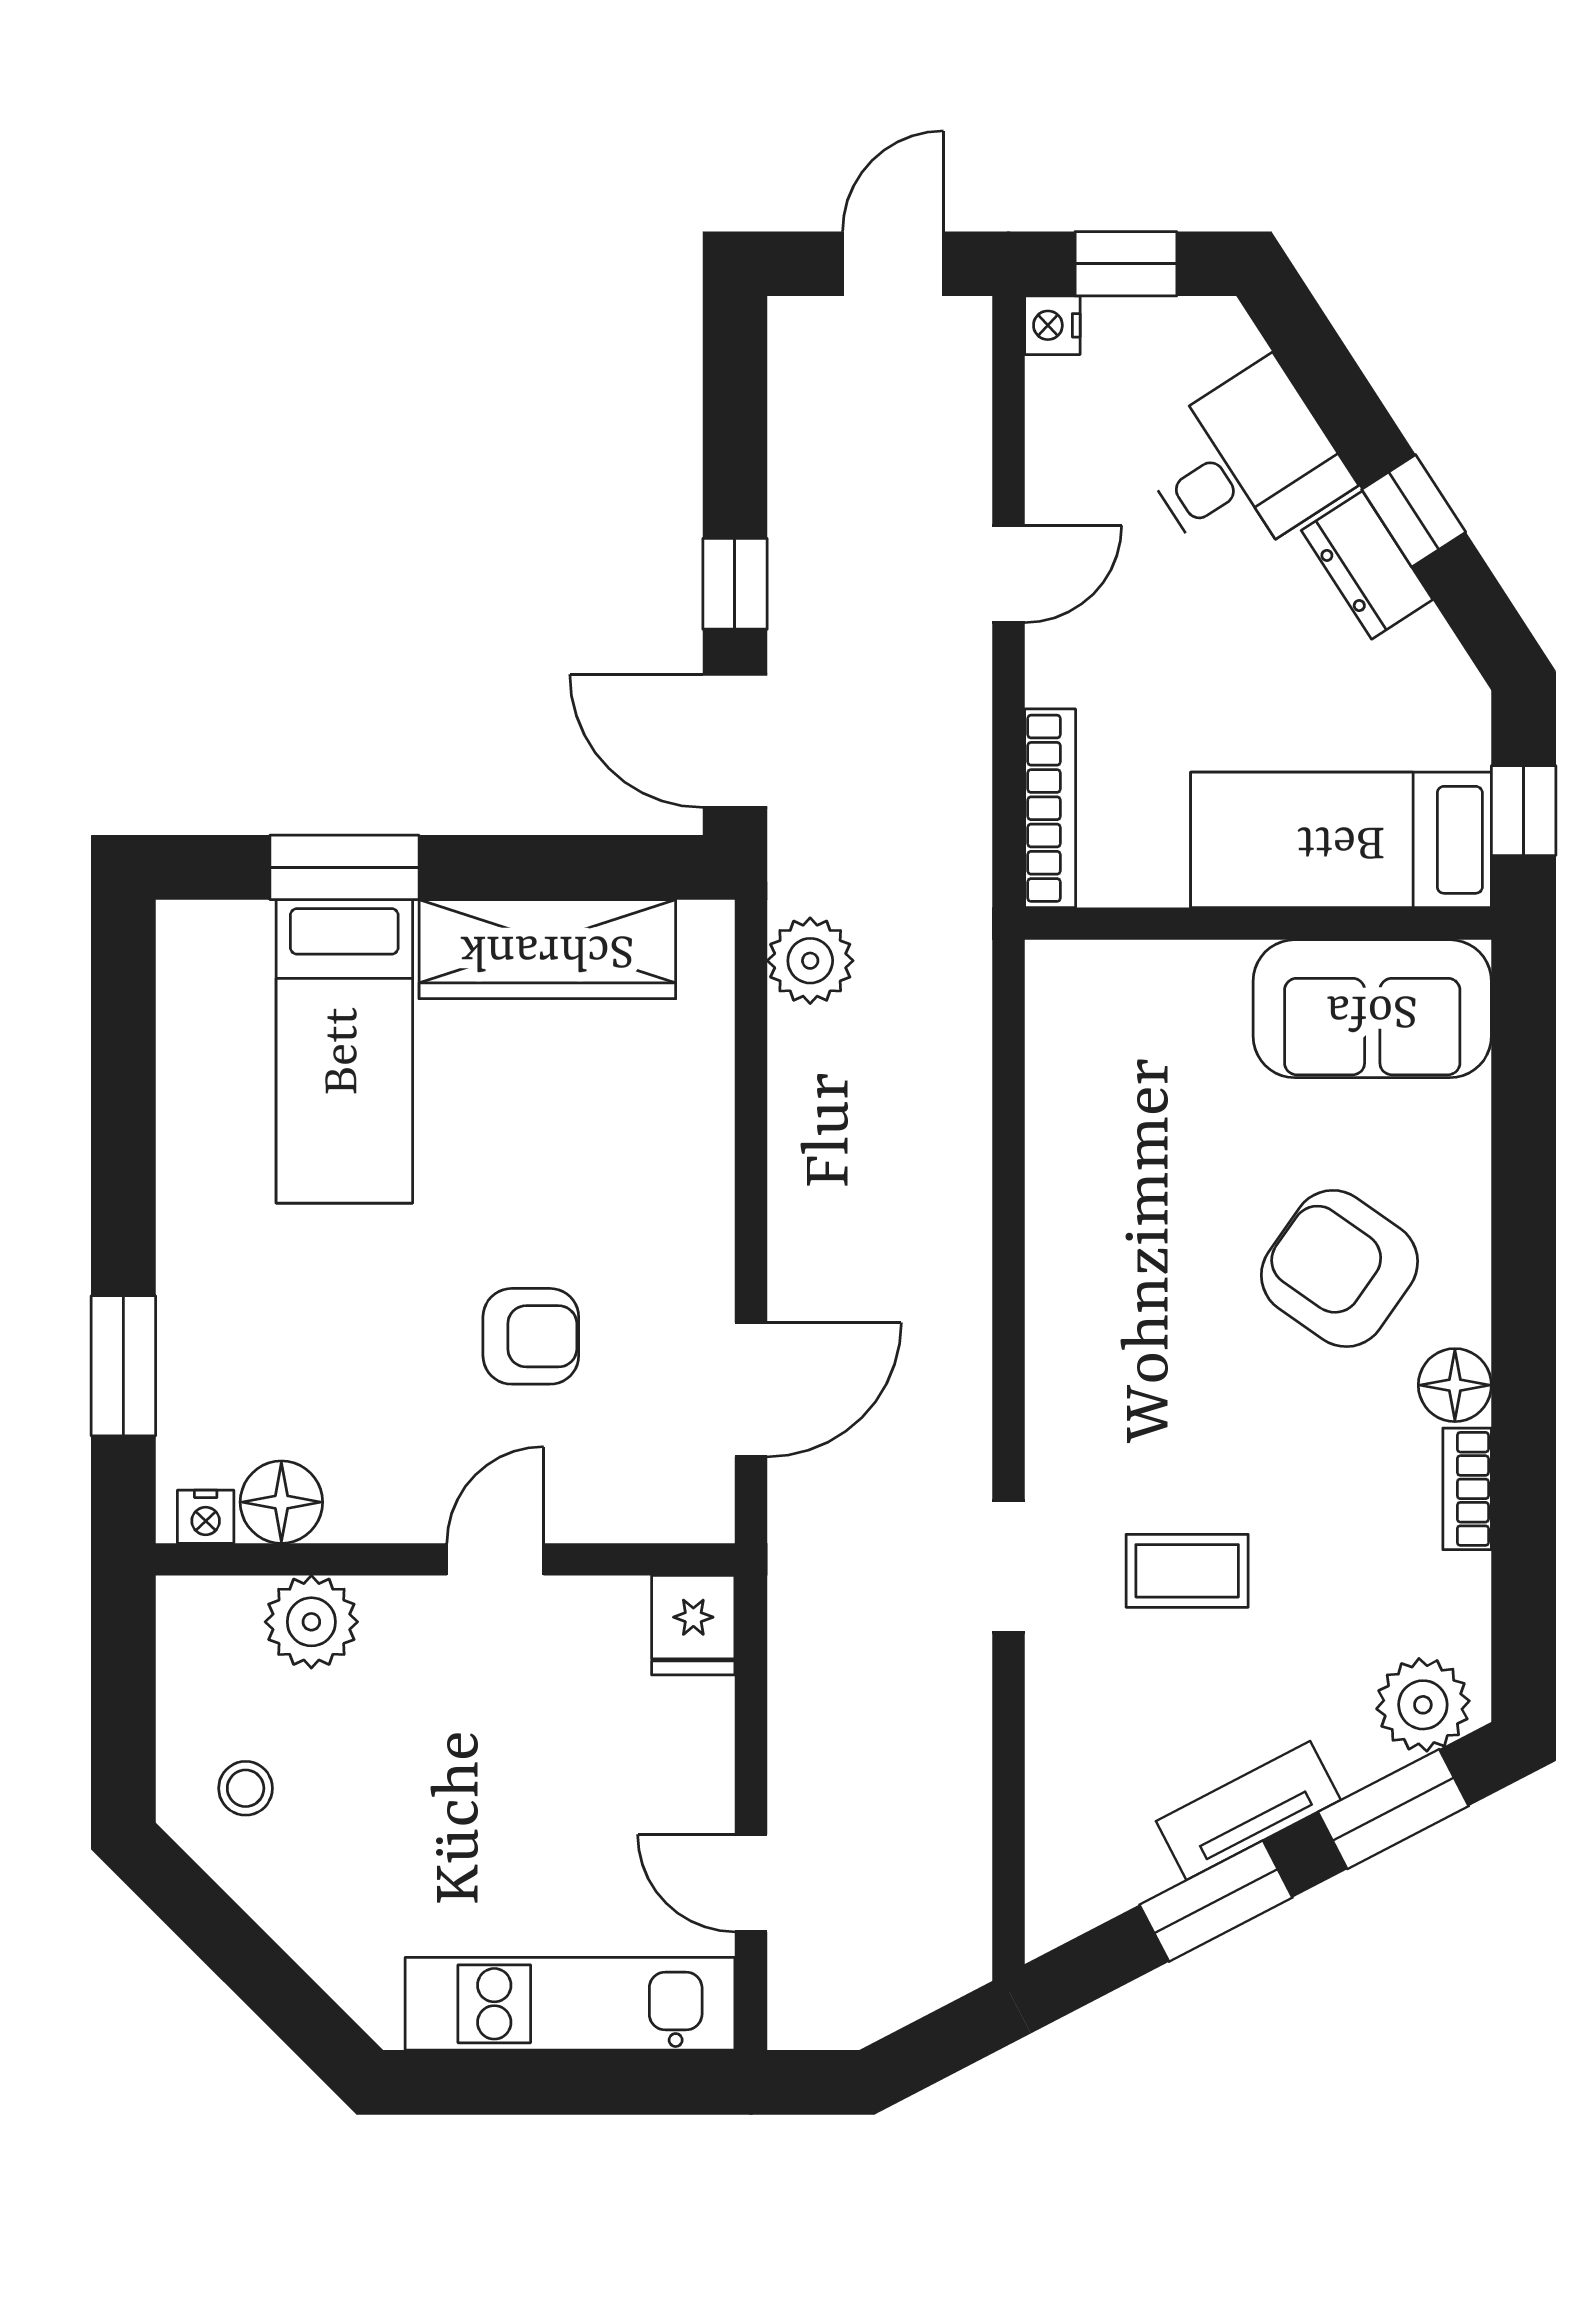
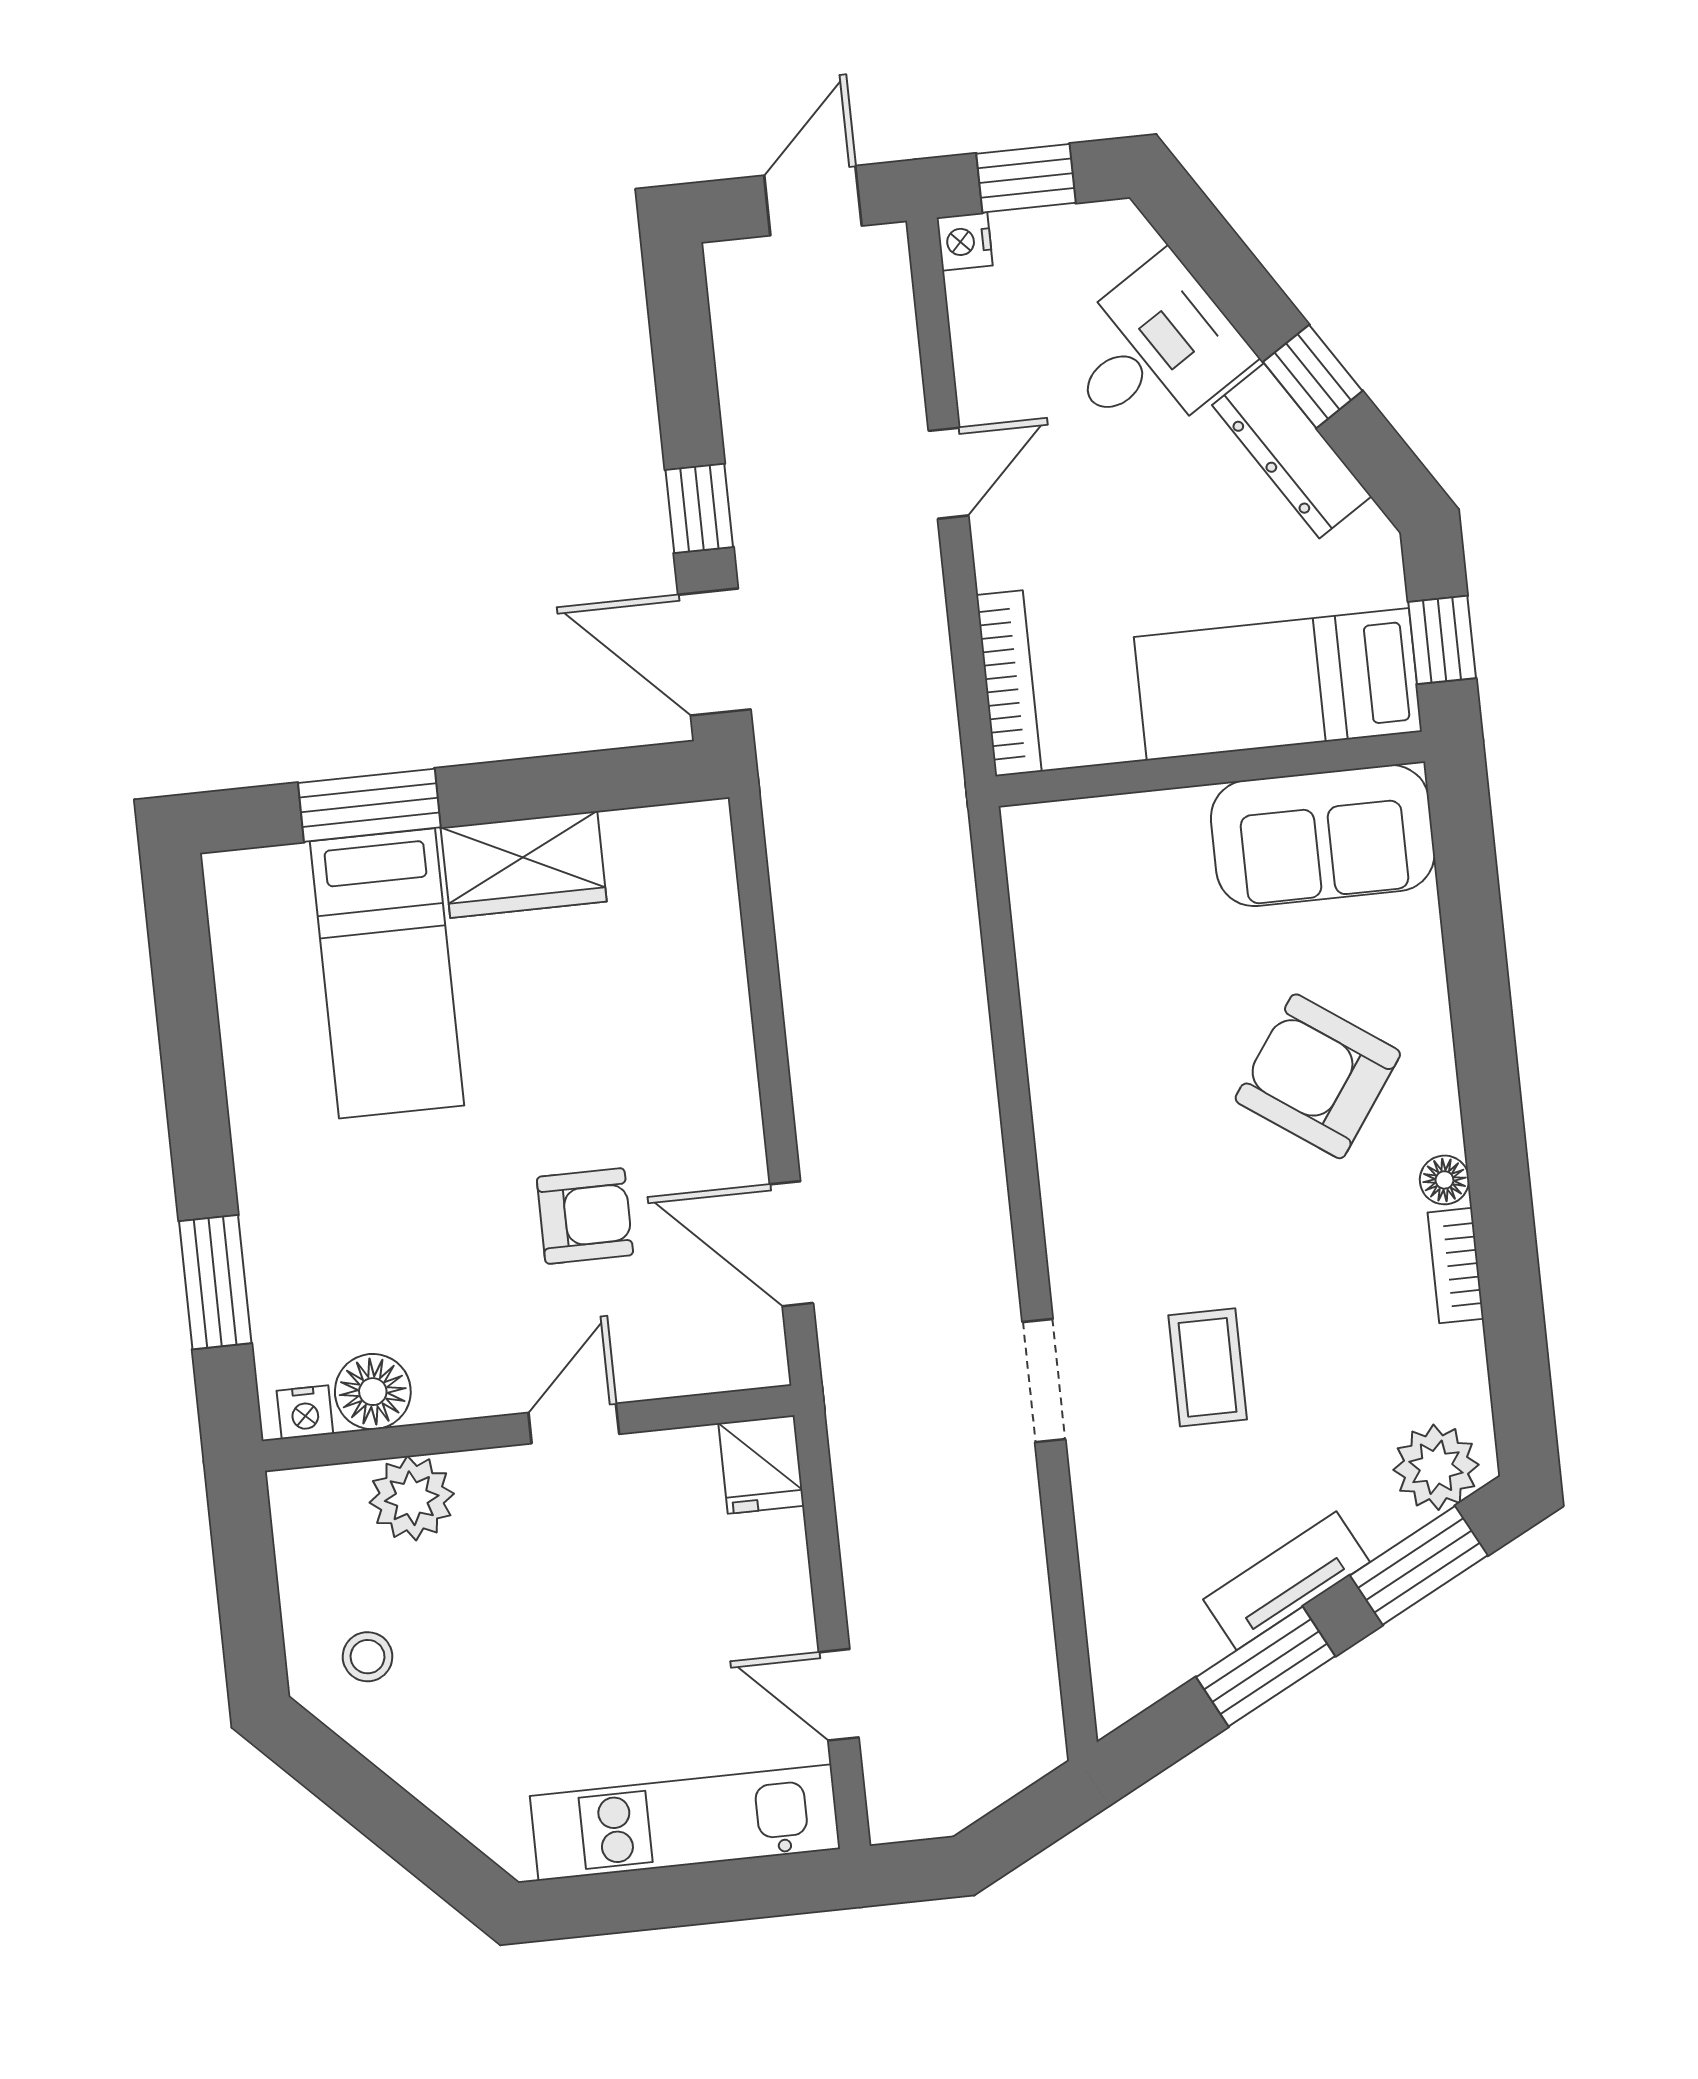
dresser: (1367, 565) -> (1292, 451), width x1.44
wardrobe: (547, 949) -> (524, 865), width x0.67
plant: (810, 961) -> (804, 846), removed
floor lamp: (1455, 1385) -> (1444, 1180), width x0.73, depth x0.73
door: (751, 1390) -> (791, 1244), swing flipped
coffee table: (1187, 1571) -> (1208, 1367), turned 90

